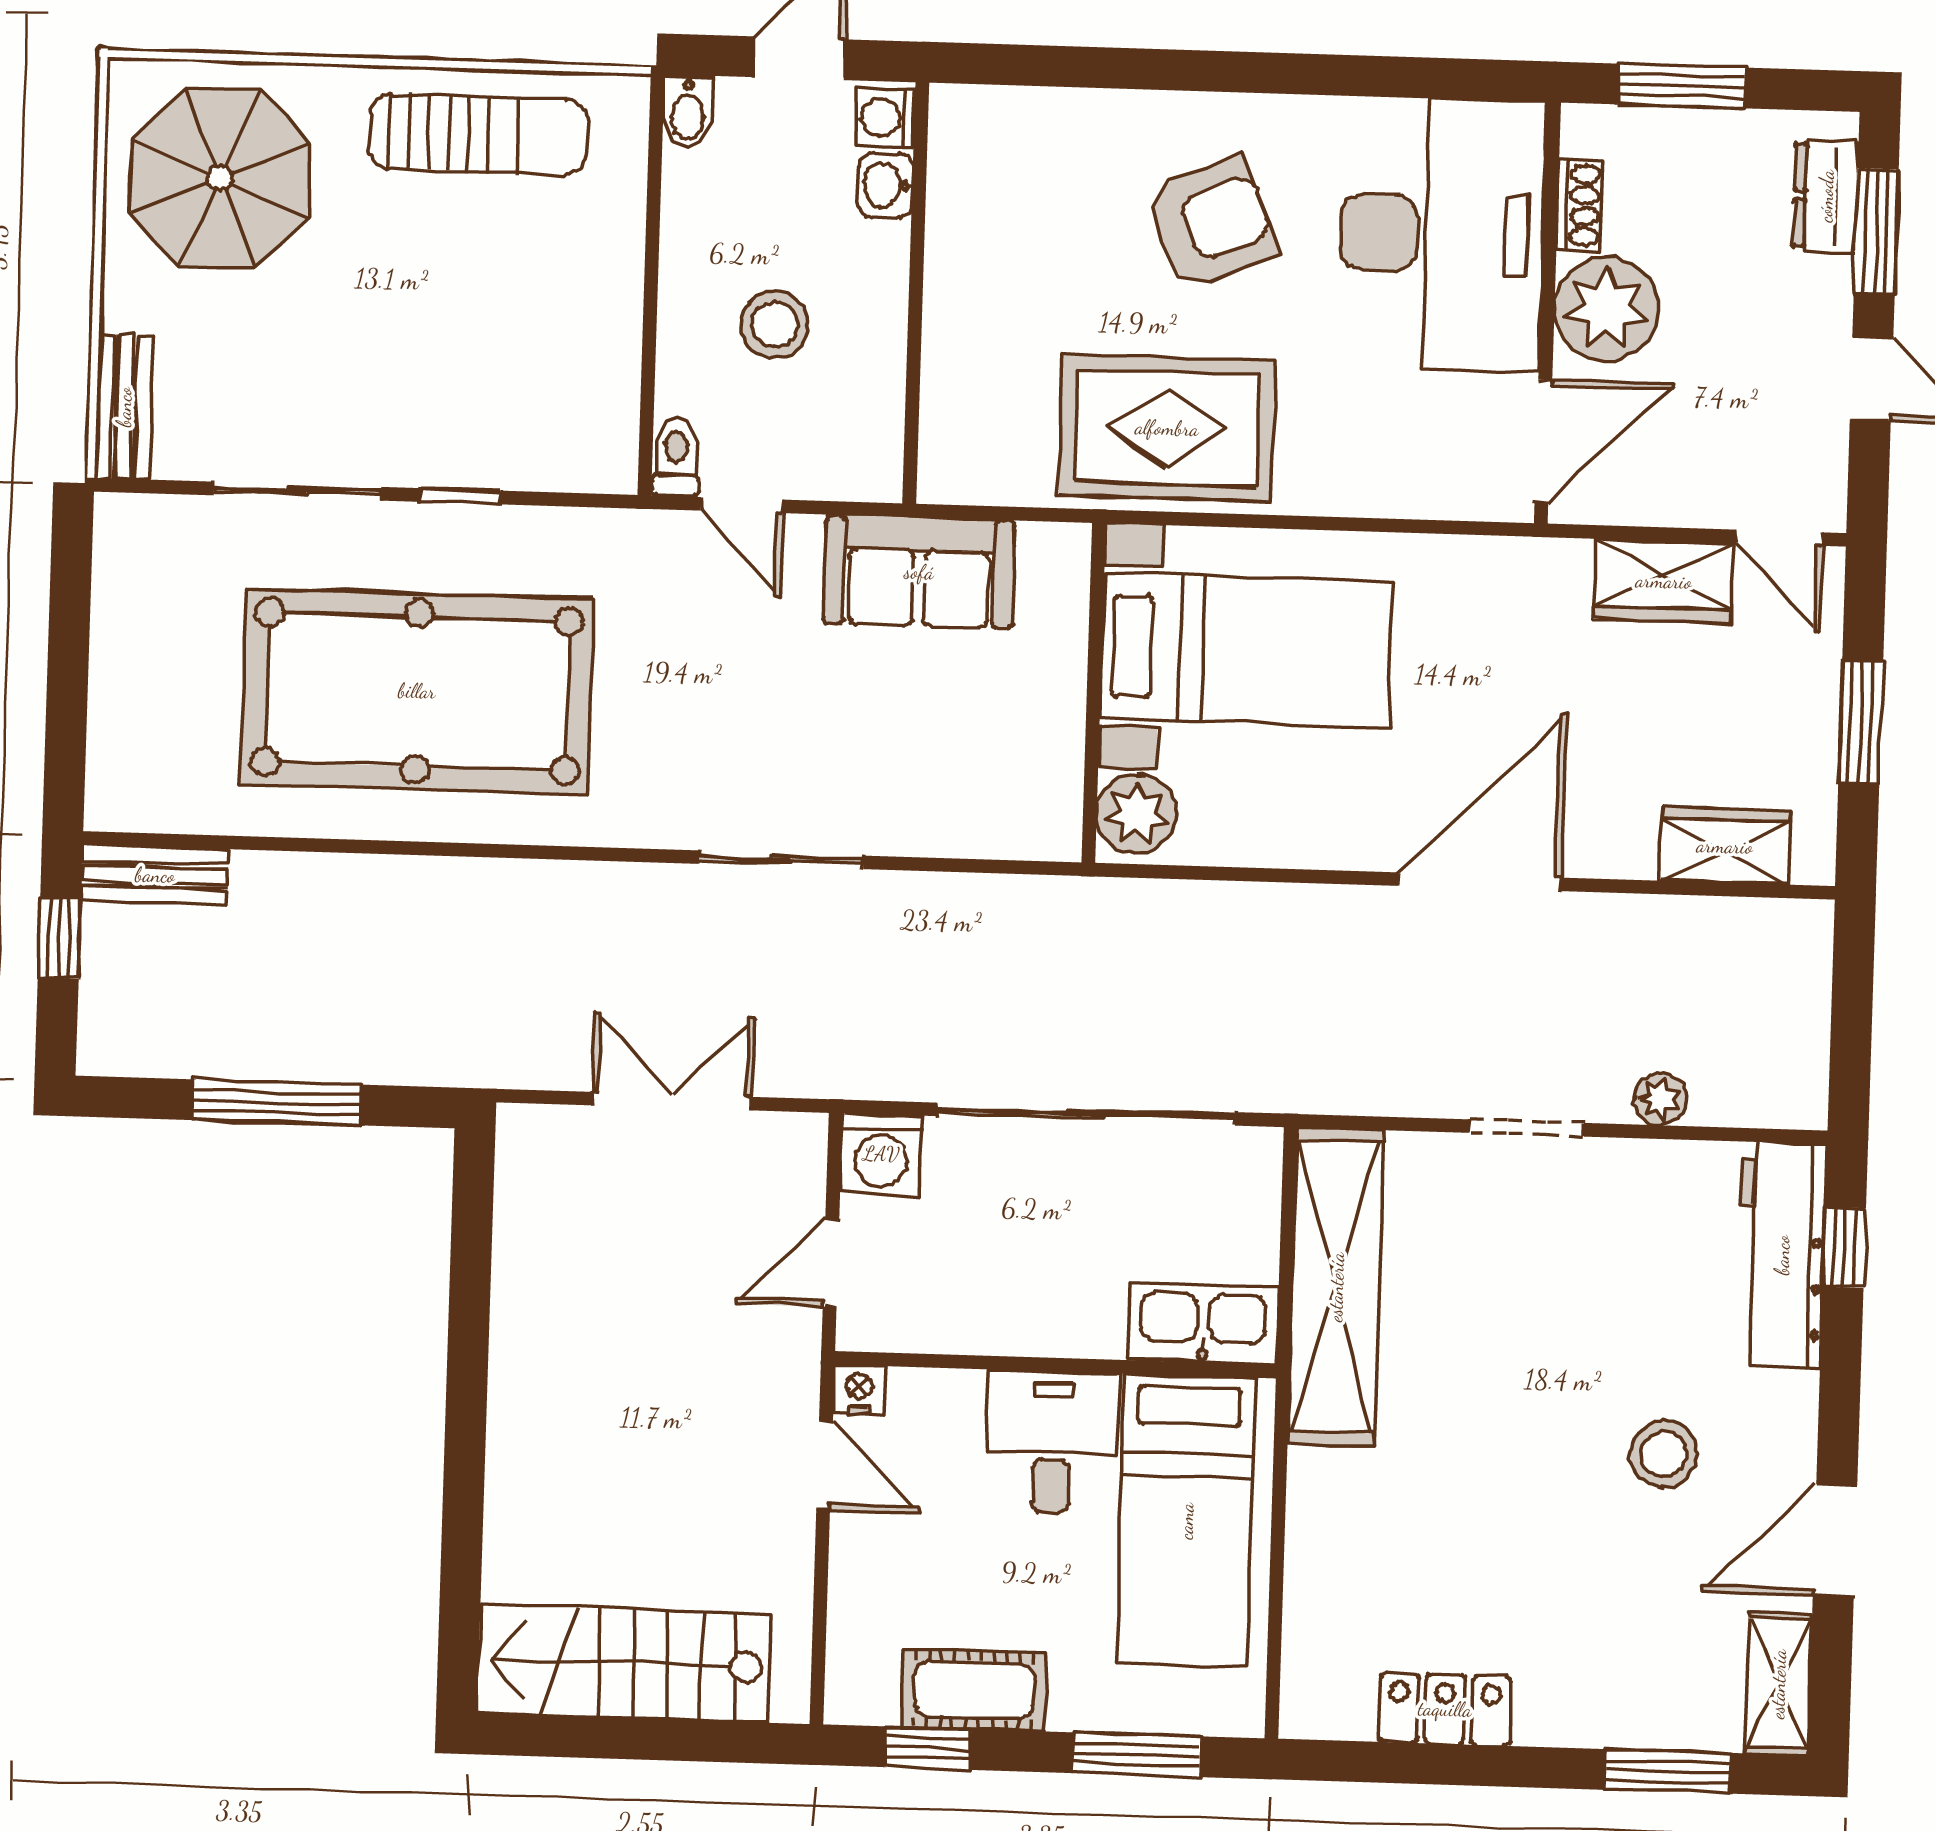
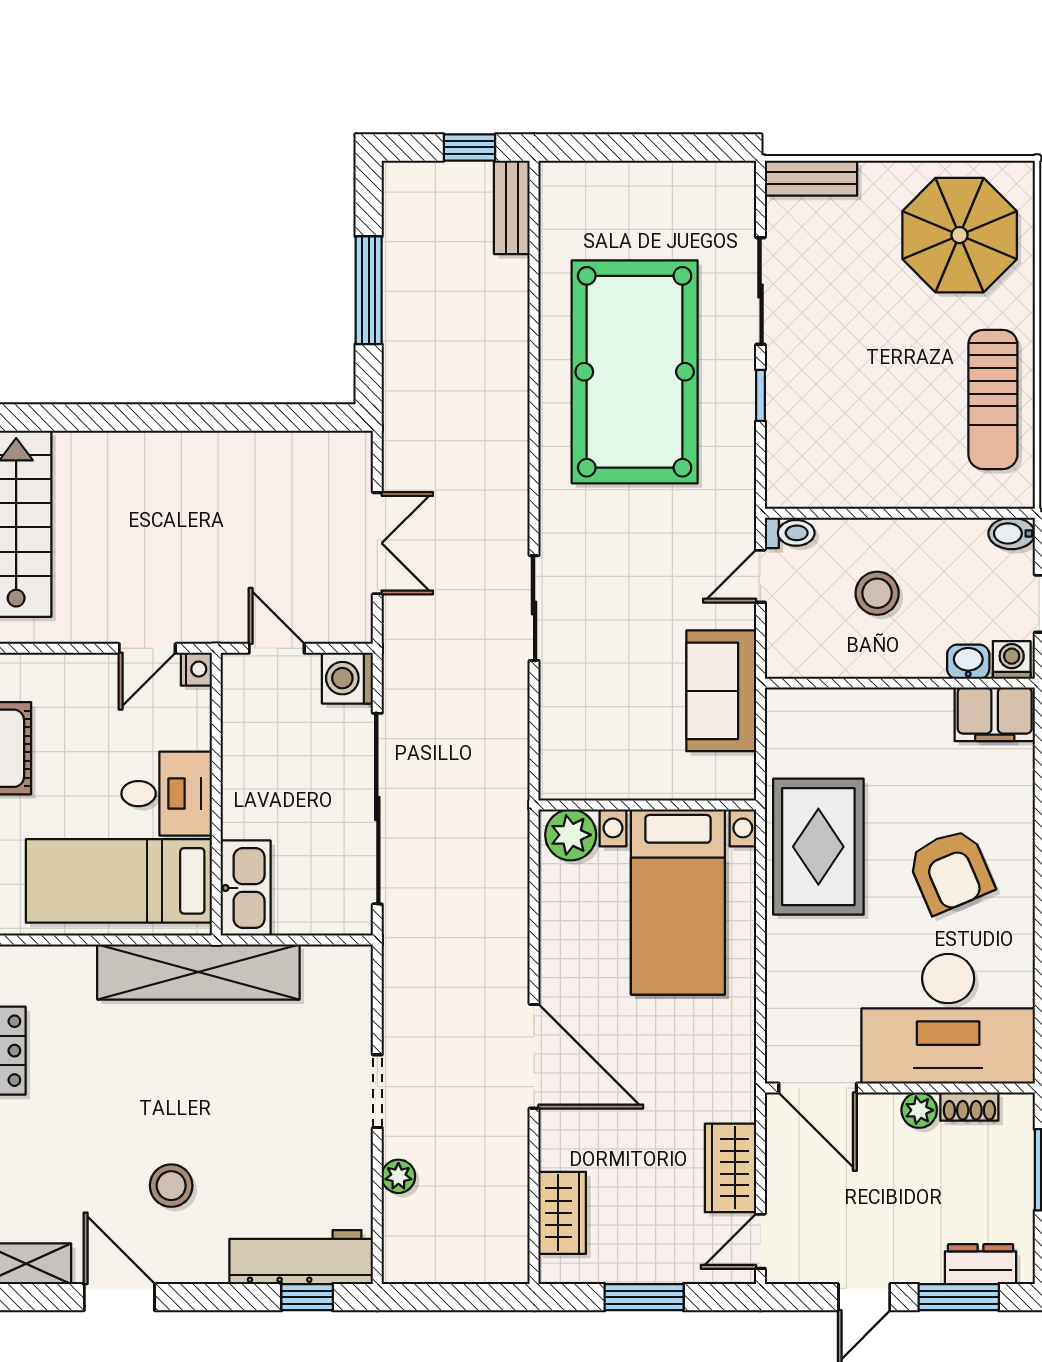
filing cabinet: (969, 147) -> (995, 714), added
plant: (1606, 309) -> (919, 1110), width x0.53, depth x0.53
shelving: (1336, 1287) -> (198, 972), moved

